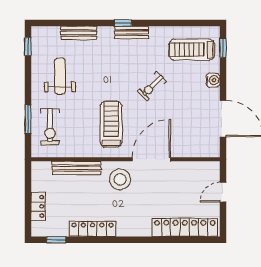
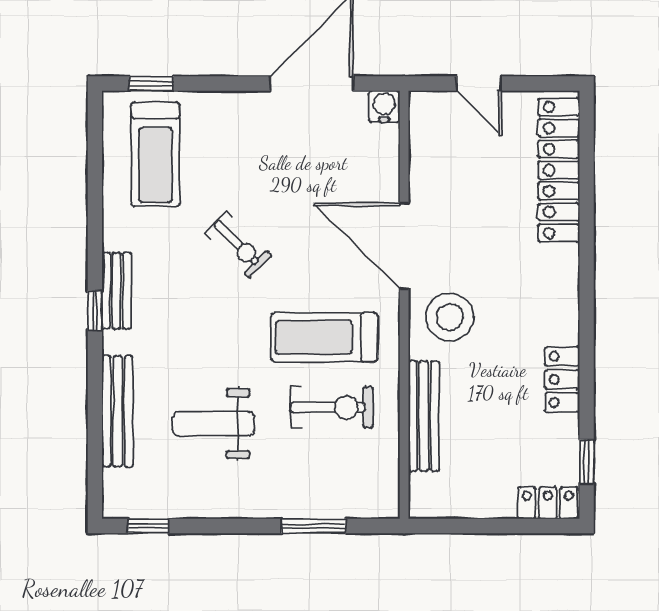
bench: (79, 33) -> (117, 411), width x1.36
weight bench: (60, 76) -> (214, 424), moved
water cooler: (213, 80) -> (384, 106), moved
exercise bike: (50, 127) -> (332, 407), moved
locker: (38, 206) -> (548, 503), moved
locker: (93, 229) -> (562, 379), width x0.66

